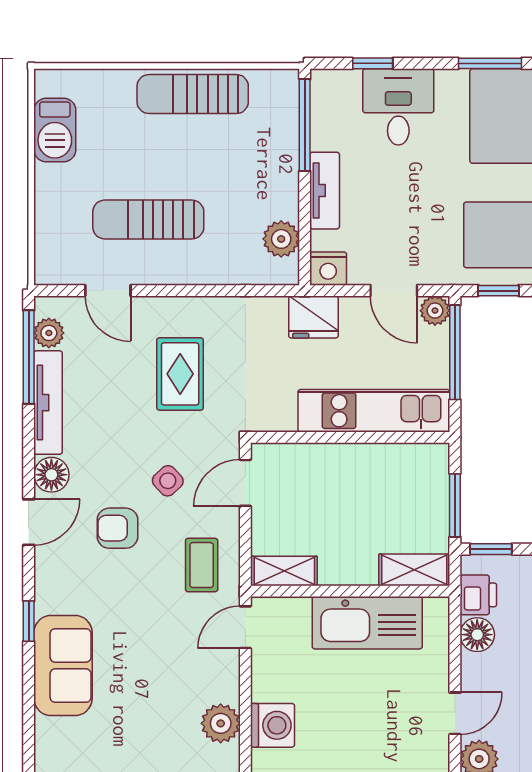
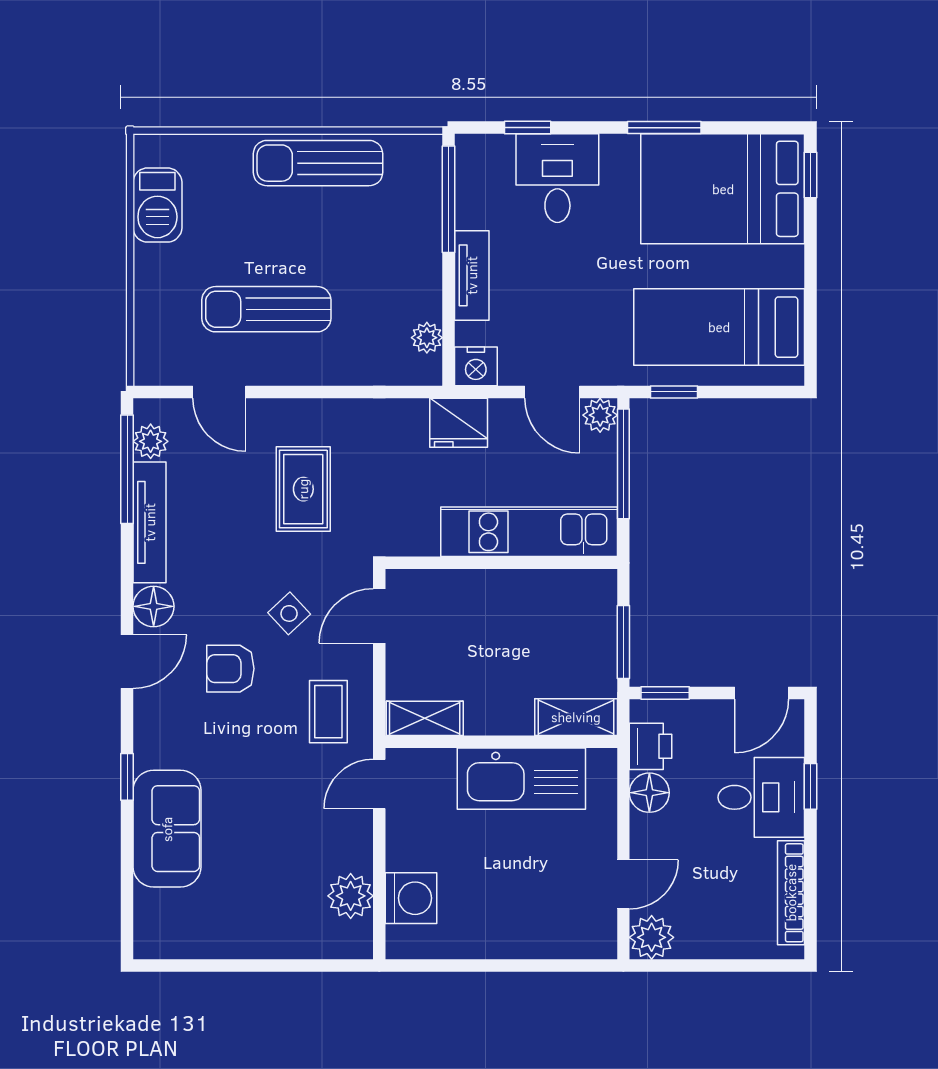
plant: (281, 239) -> (427, 338), width x0.73, depth x0.73

